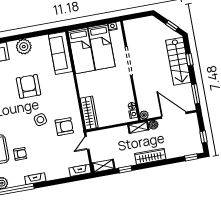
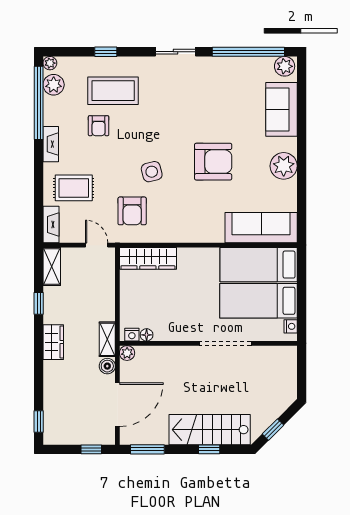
window: (204, 137) -> (91, 449), moved
wardrobe: (150, 156) -> (53, 342), width x0.67
rug: (57, 161) -> (74, 188), added

